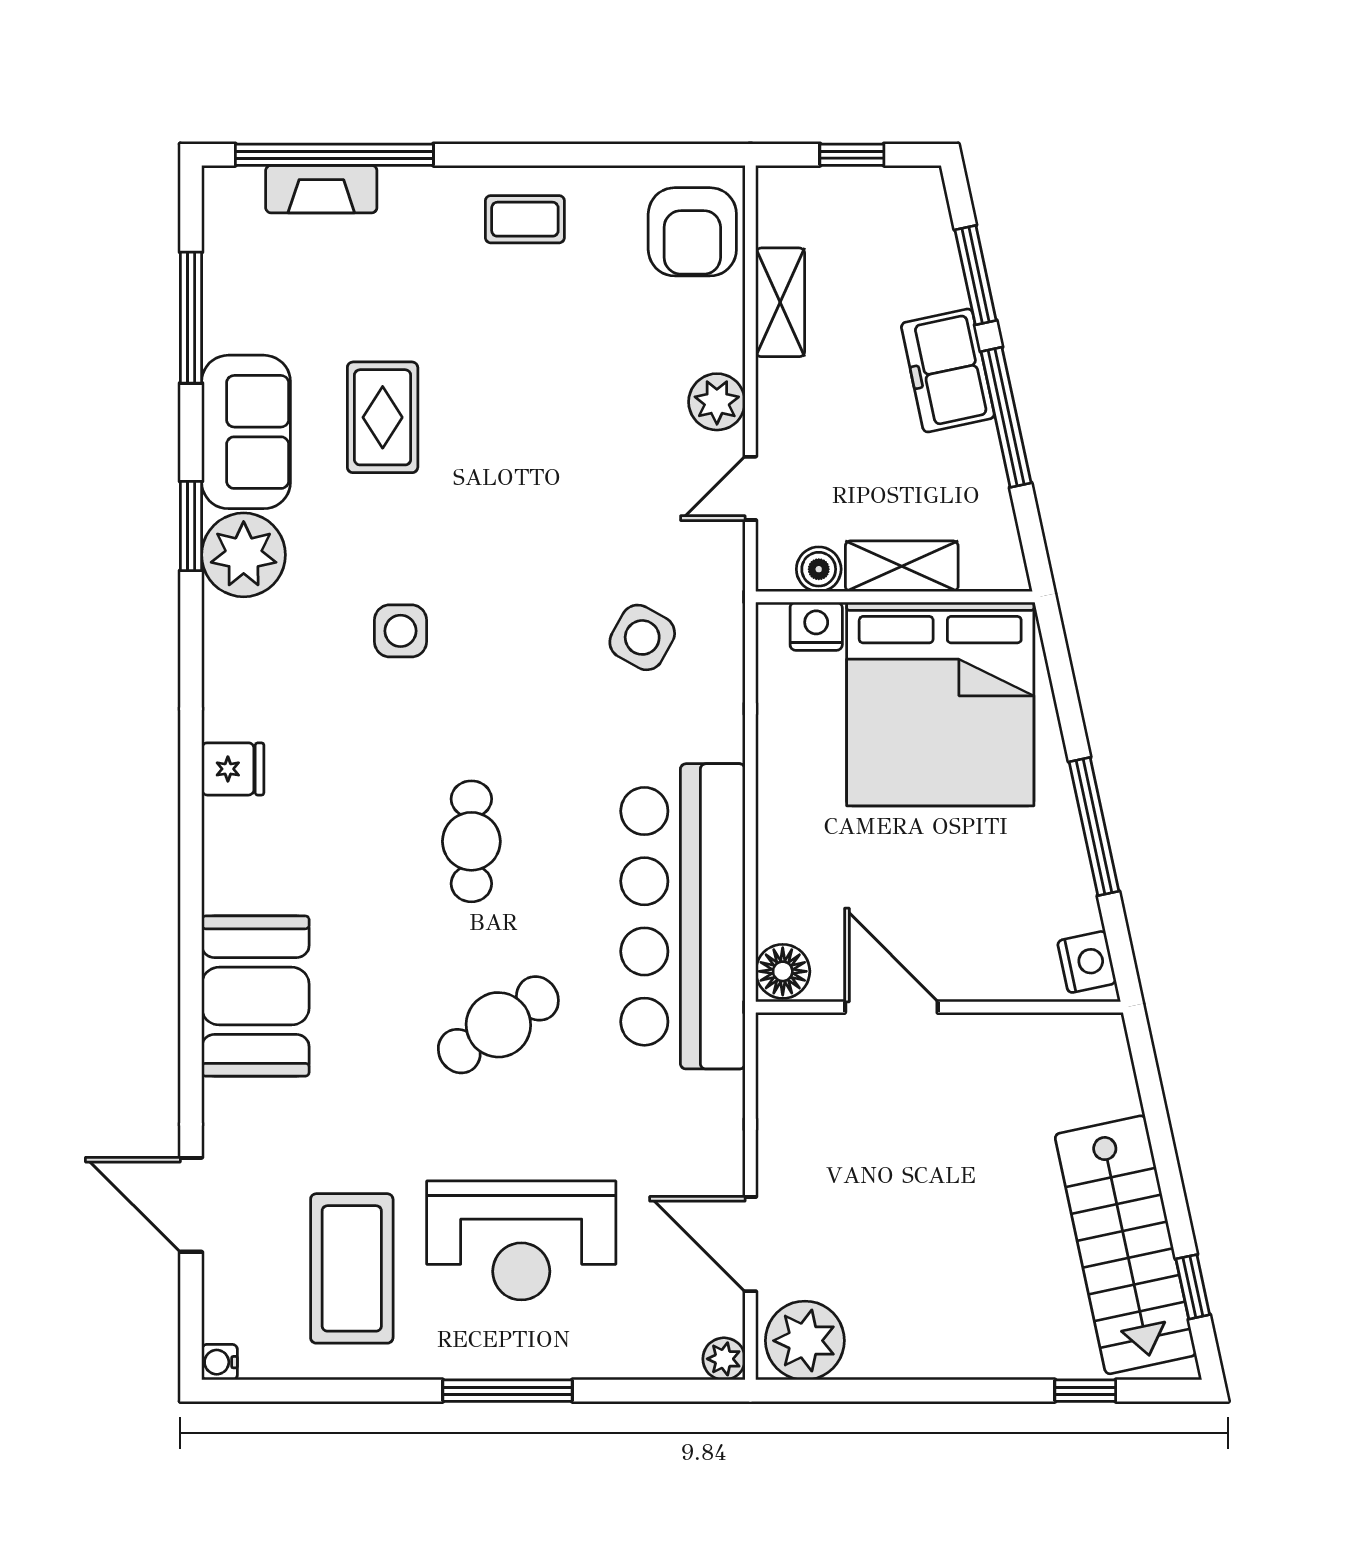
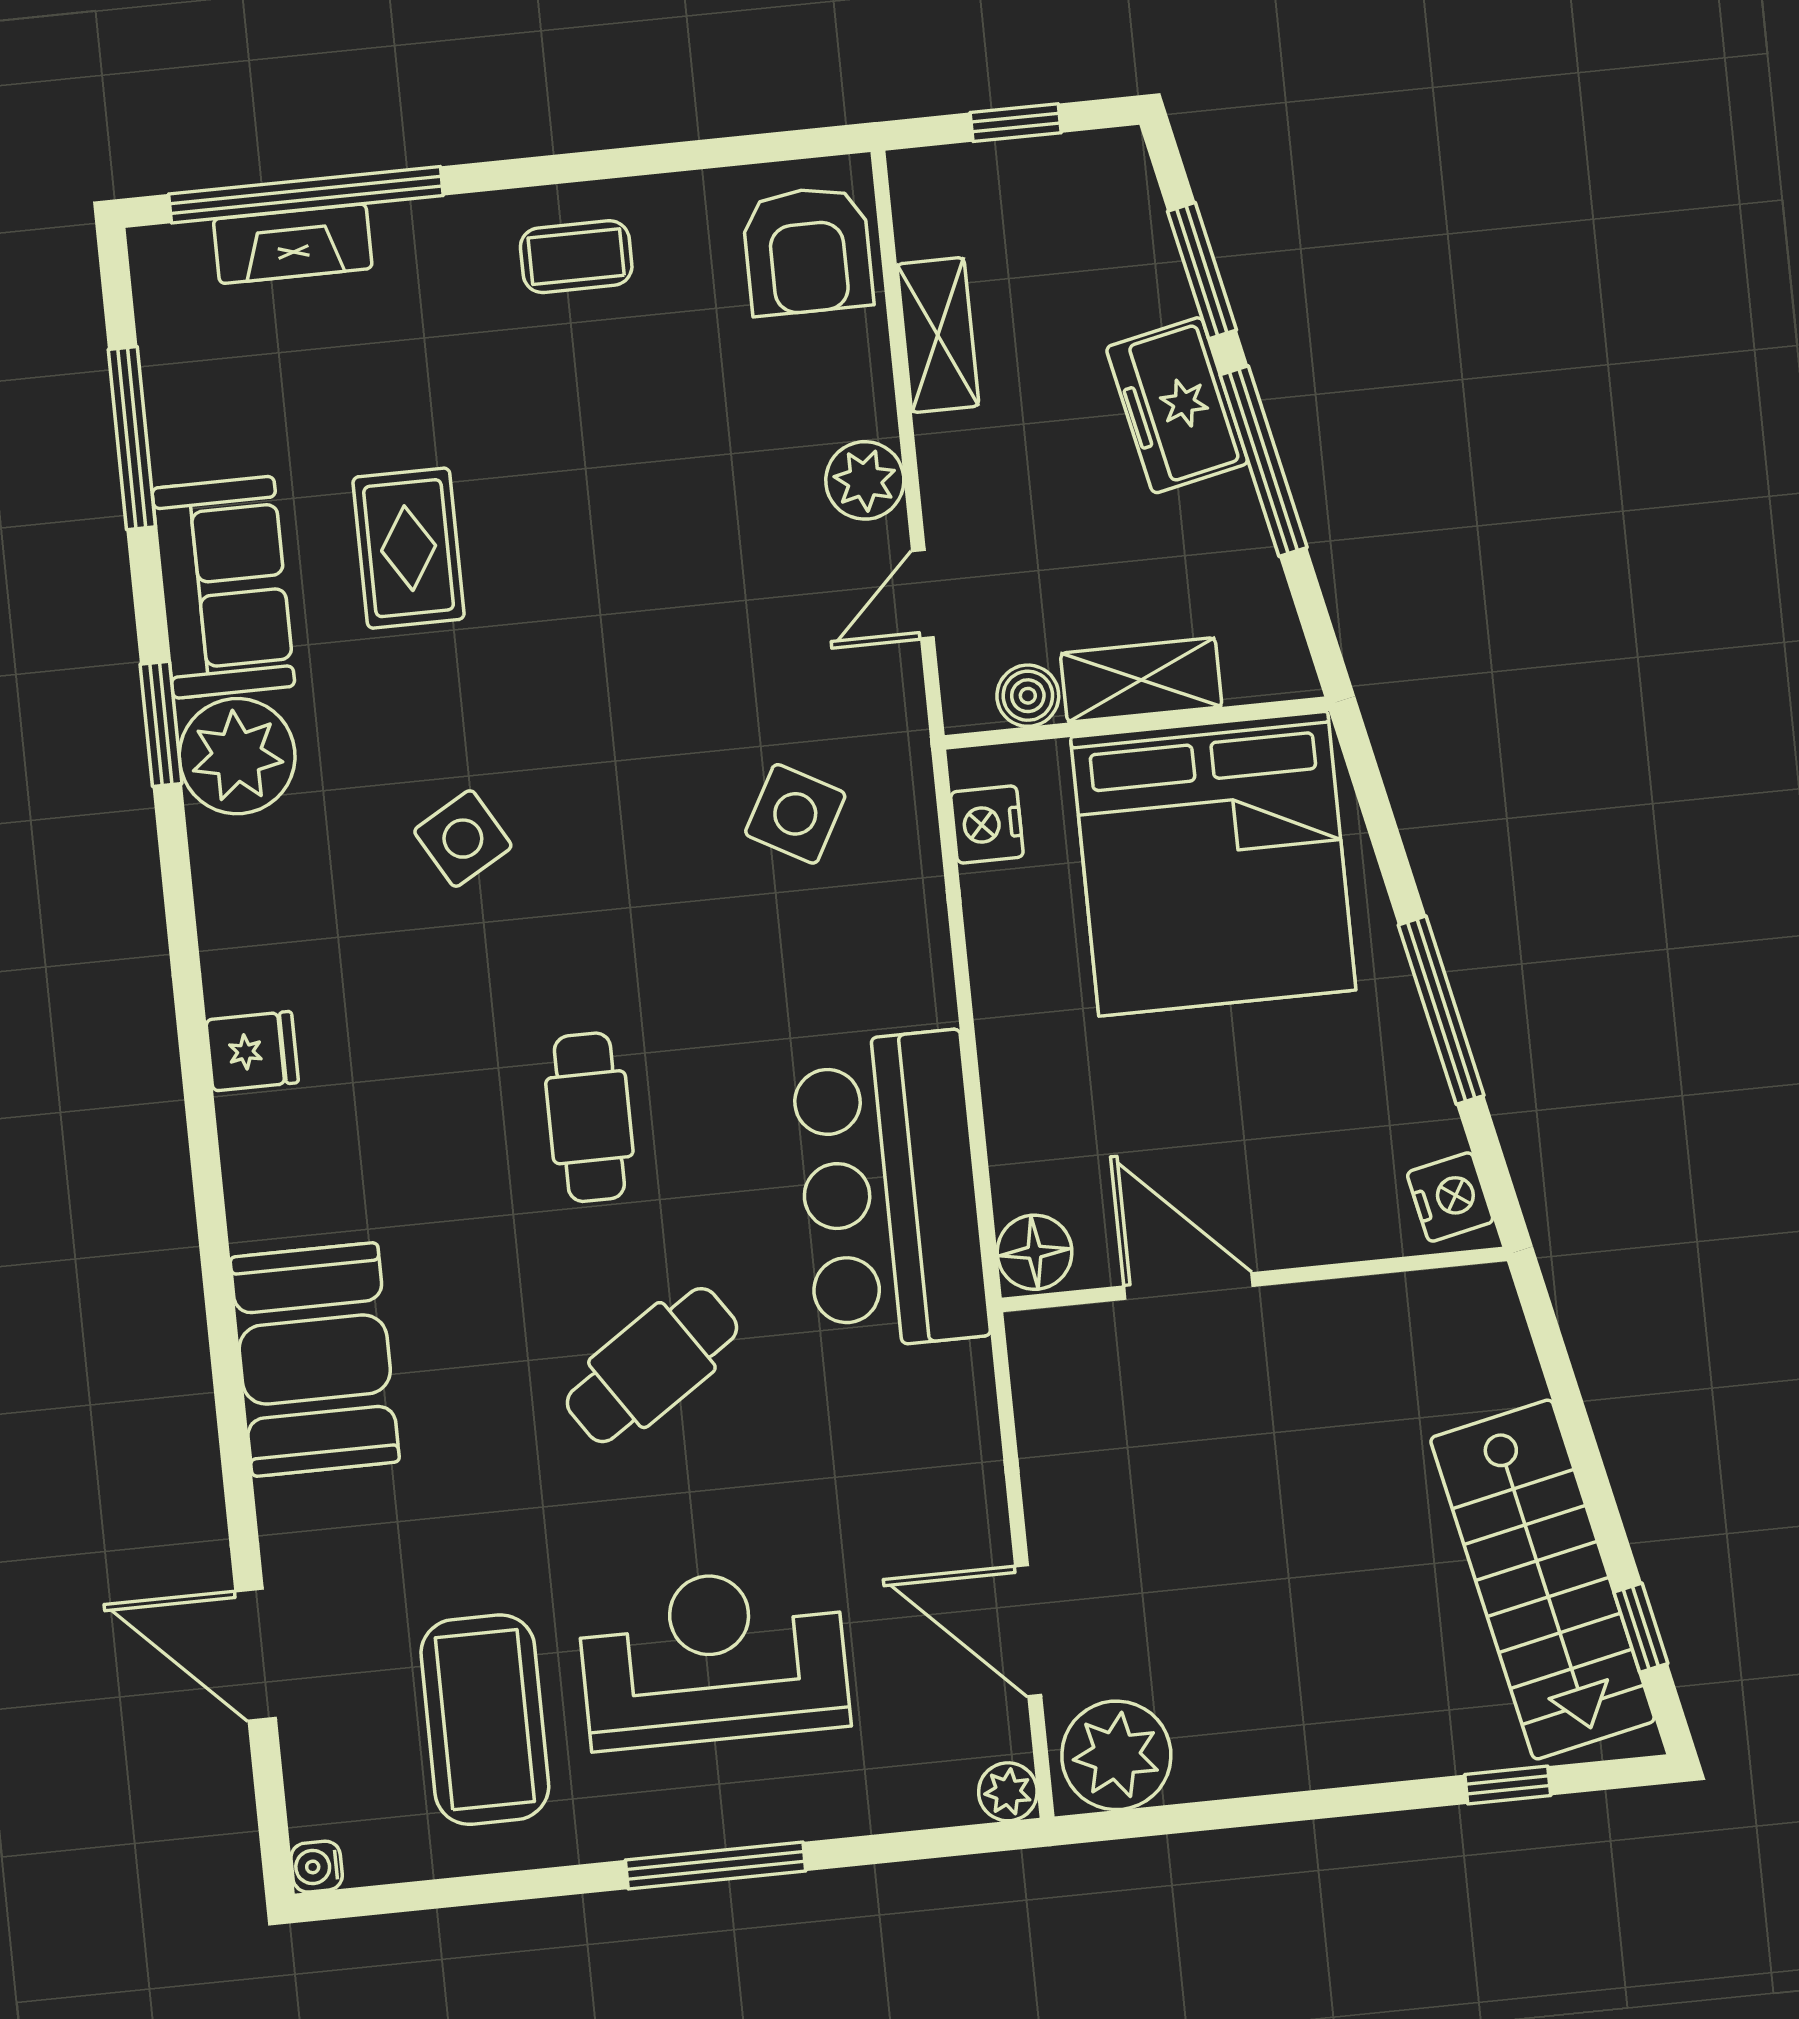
nightstand: (816, 626) -> (987, 824), moved, turned -90
side table: (401, 631) -> (463, 839), turned -30
bar counter: (683, 916) -> (890, 1191), width x0.73
reception desk: (521, 1240) -> (713, 1658), turned 180

